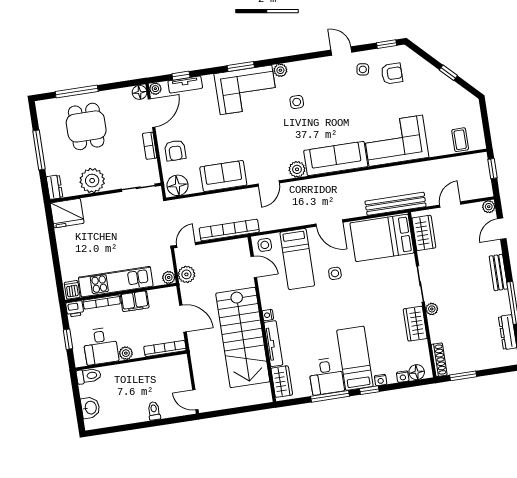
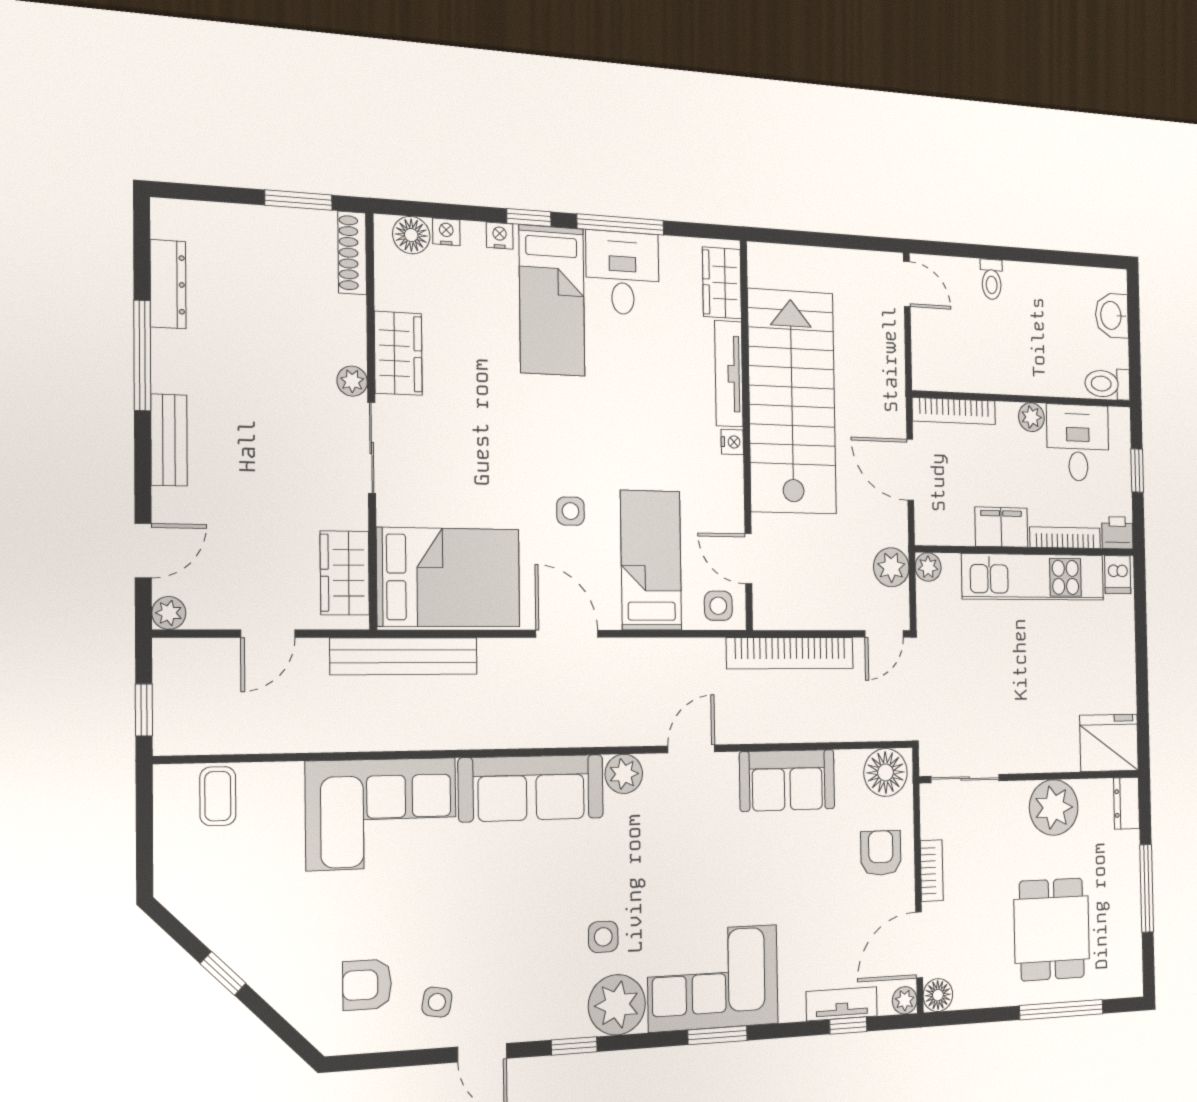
window: (387, 44) -> (574, 1046), moved
plant: (280, 70) -> (617, 1005), width x1.88, depth x1.88

